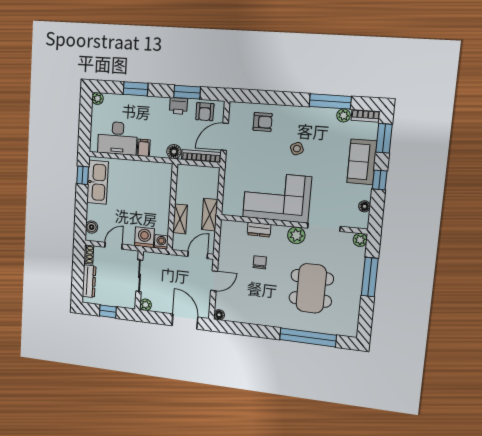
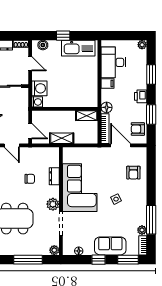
printer: (178, 106) -> (141, 96), moved
window: (83, 175) -> (63, 36), moved
shelving: (180, 219) -> (87, 116), moved

